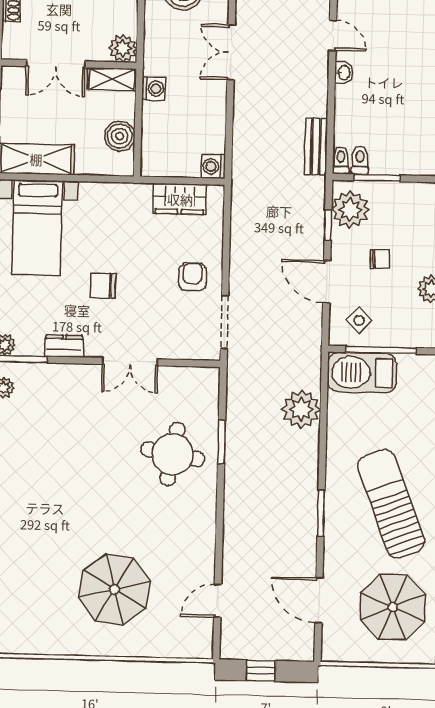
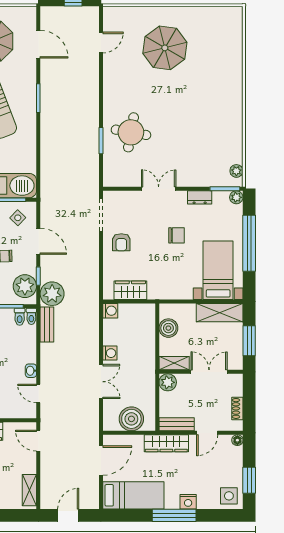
washing machine: (154, 89) -> (110, 353), moved, turned 180
plant: (301, 409) -> (52, 294), moved

